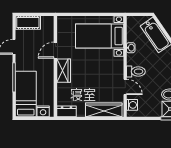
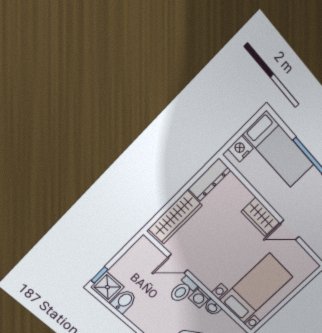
door: (55, 50) -> (290, 230), swing flipped
washing machine: (132, 105) -> (199, 298), moved
dresser: (67, 111) -> (209, 180), width x1.44

